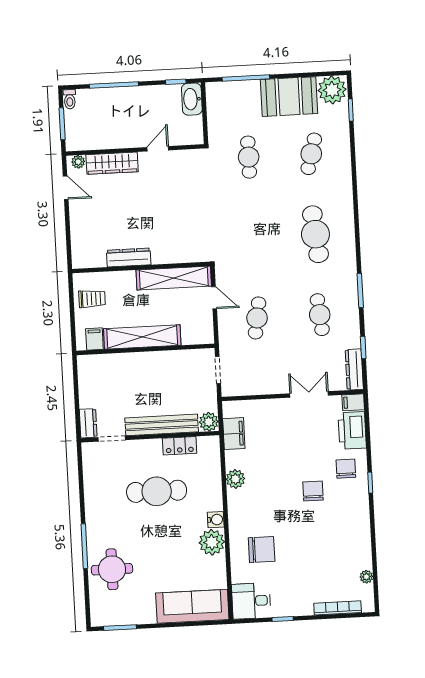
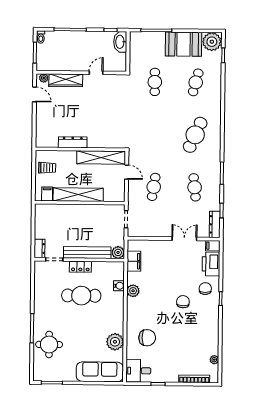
cafe table: (315, 234) -> (195, 135), turned 30
locker: (180, 446) -> (80, 267), moved
water cooler: (216, 520) -> (119, 286), moved
plant: (212, 542) -> (115, 342), moved

